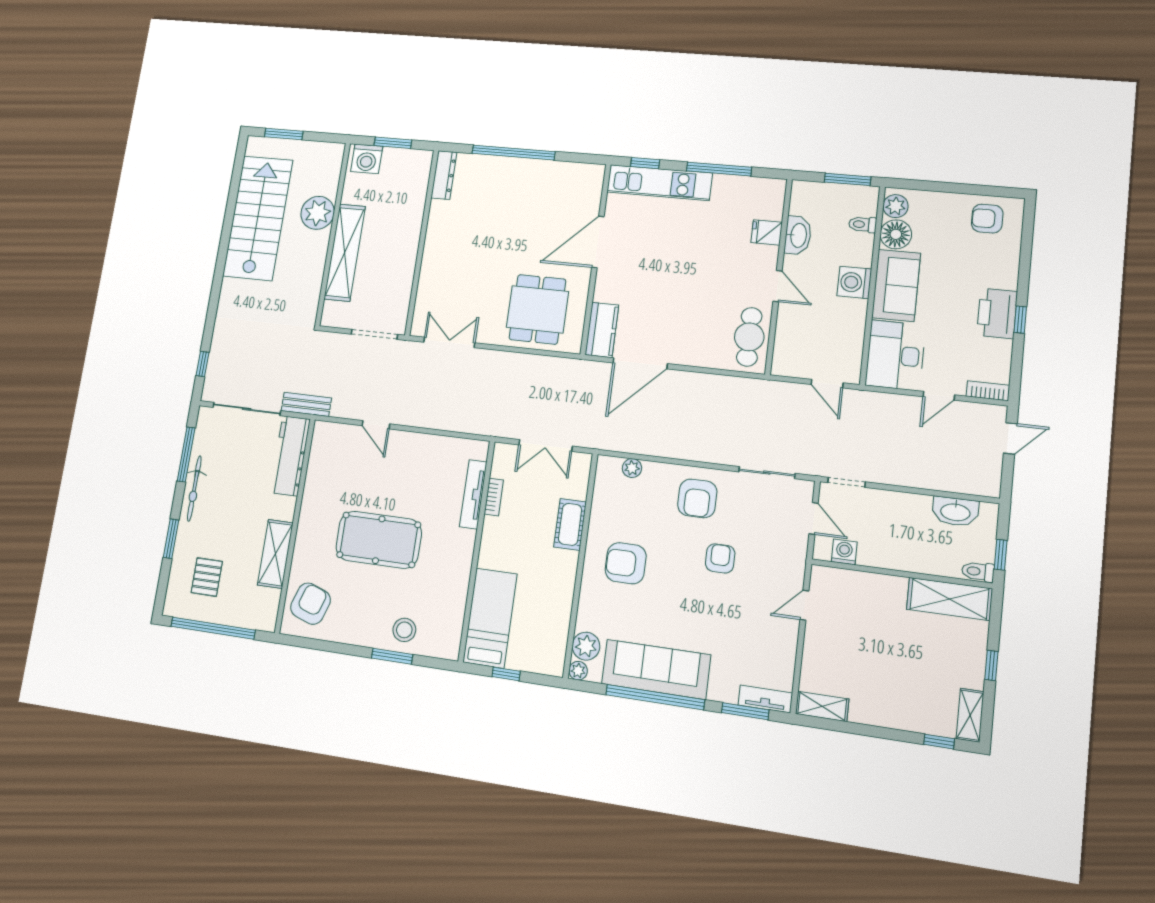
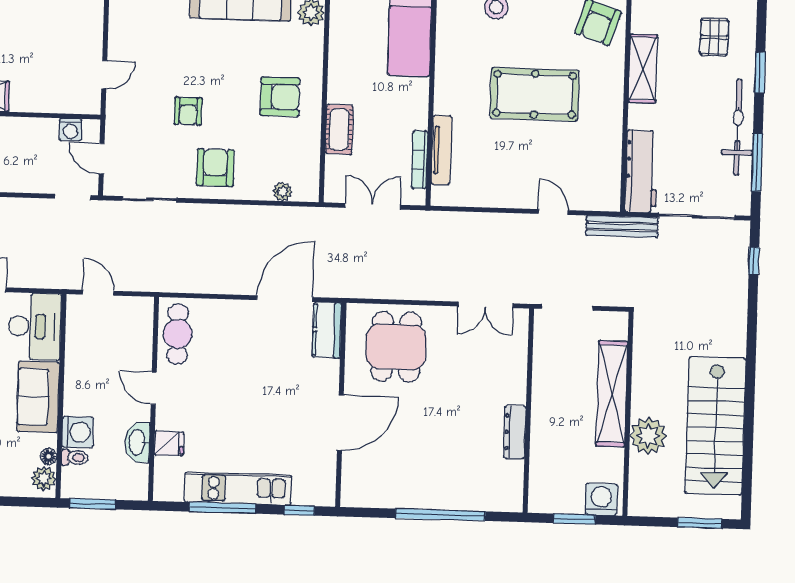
dresser: (444, 175) -> (515, 432), moved
kitchen unit: (659, 183) -> (238, 489), moved
floor lamp: (896, 234) -> (49, 457), width x0.53, depth x0.53
washing machine: (854, 282) -> (78, 432), moved
bench: (306, 404) -> (622, 227), width x1.36
bicycle: (194, 488) -> (738, 127), width x1.37, depth x1.40
bookcase: (494, 497) -> (420, 160), width x1.56

